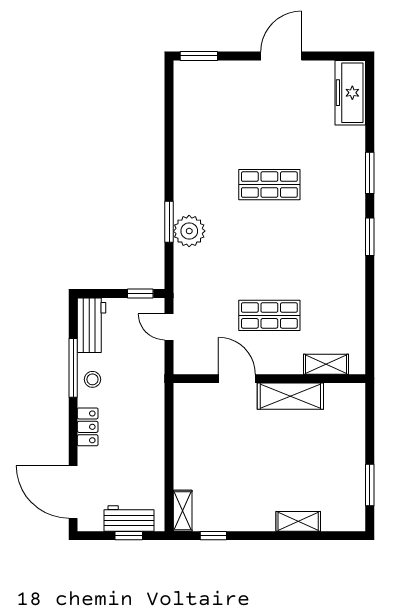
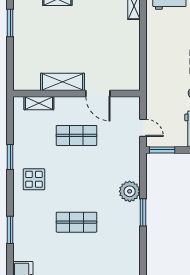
window: (169, 222) -> (143, 212), moved
window: (370, 237) -> (10, 157), moved
display table: (334, 249) -> (34, 179), added
window: (140, 294) -> (162, 150), width x1.50

